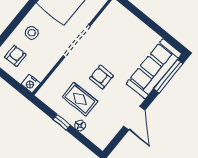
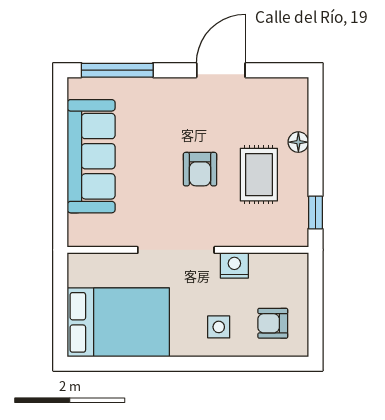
sofa: (154, 69) -> (91, 156), moved, turned -90
nightstand: (31, 84) -> (234, 265), moved, turned -90
window: (62, 122) -> (315, 213), moved

